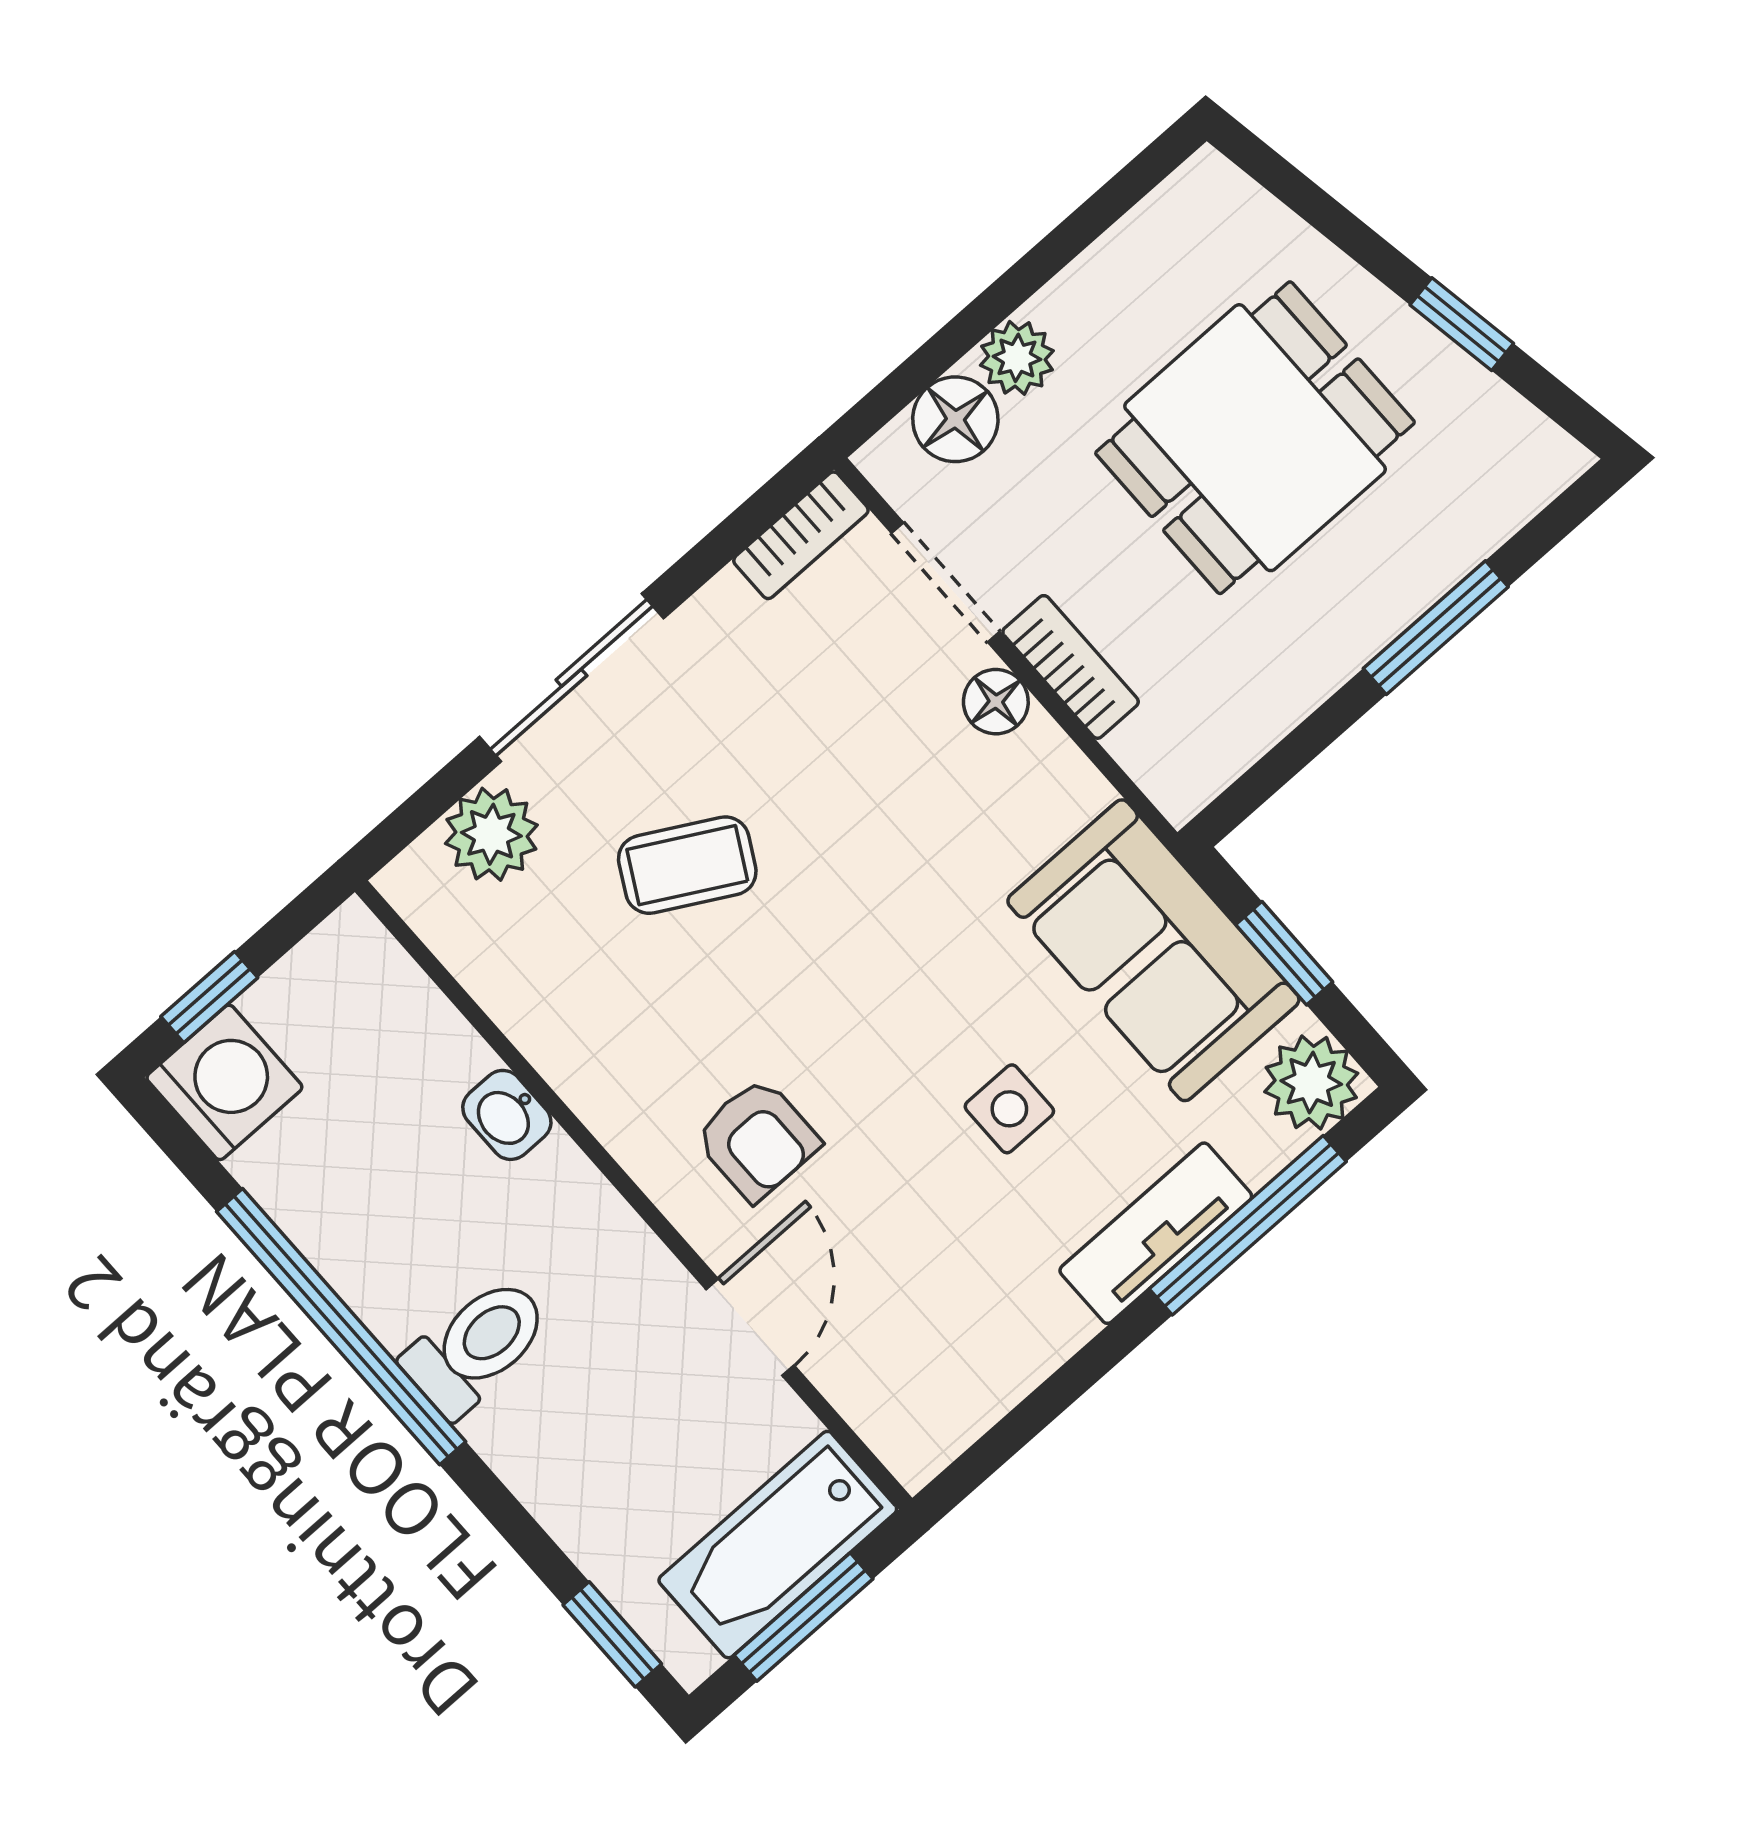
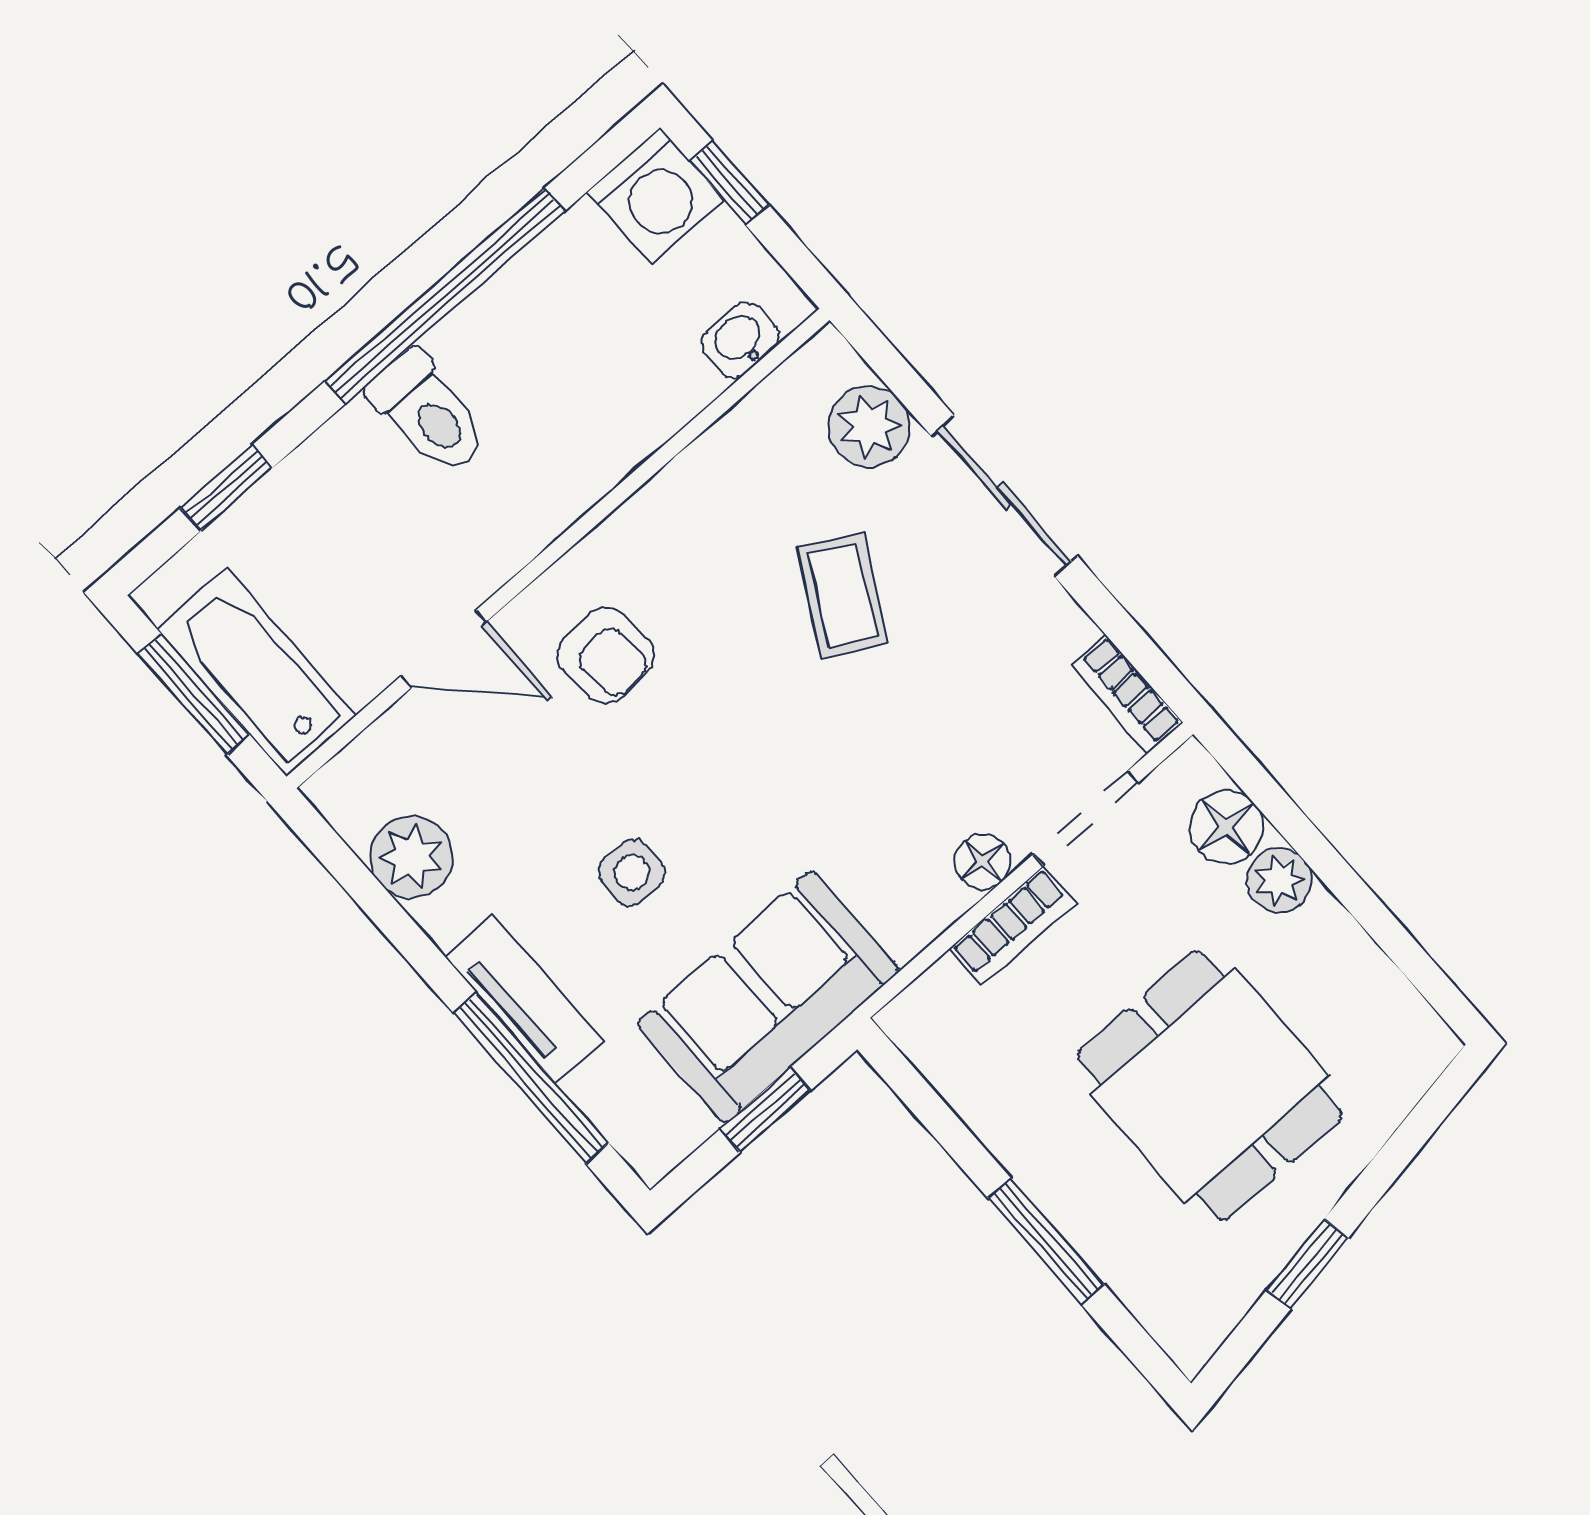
plant: (1311, 1083) -> (412, 857), moved
washbasin: (507, 1115) -> (740, 340), moved
armchair: (757, 1139) -> (606, 655), turned -94
window: (612, 1634) -> (226, 488), moved

